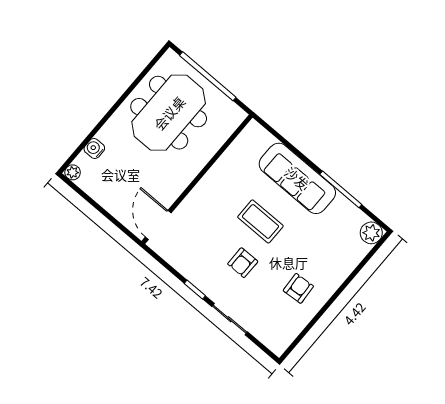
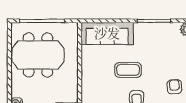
meeting table: (169, 113) -> (38, 55), turned 90
sofa: (297, 178) -> (107, 33), moved

